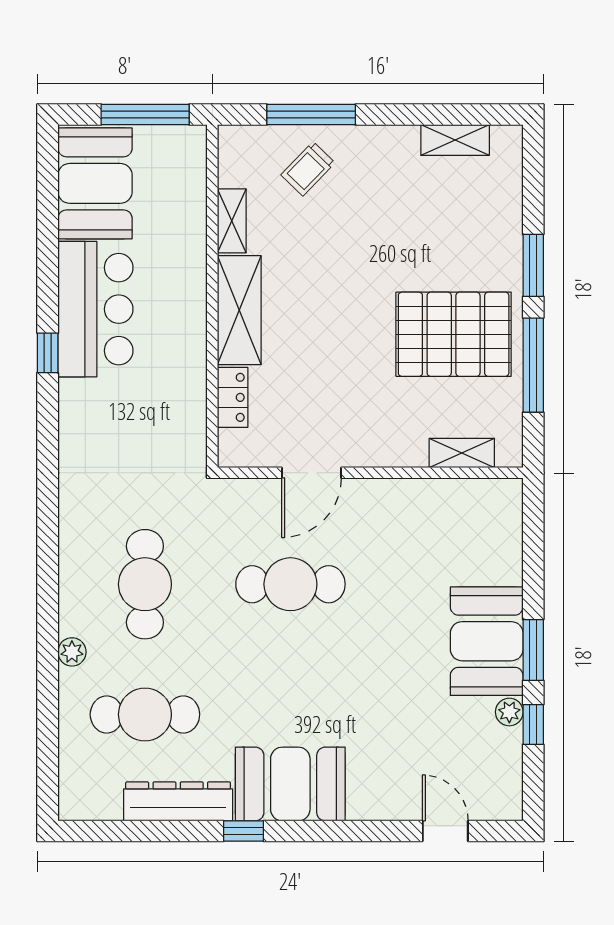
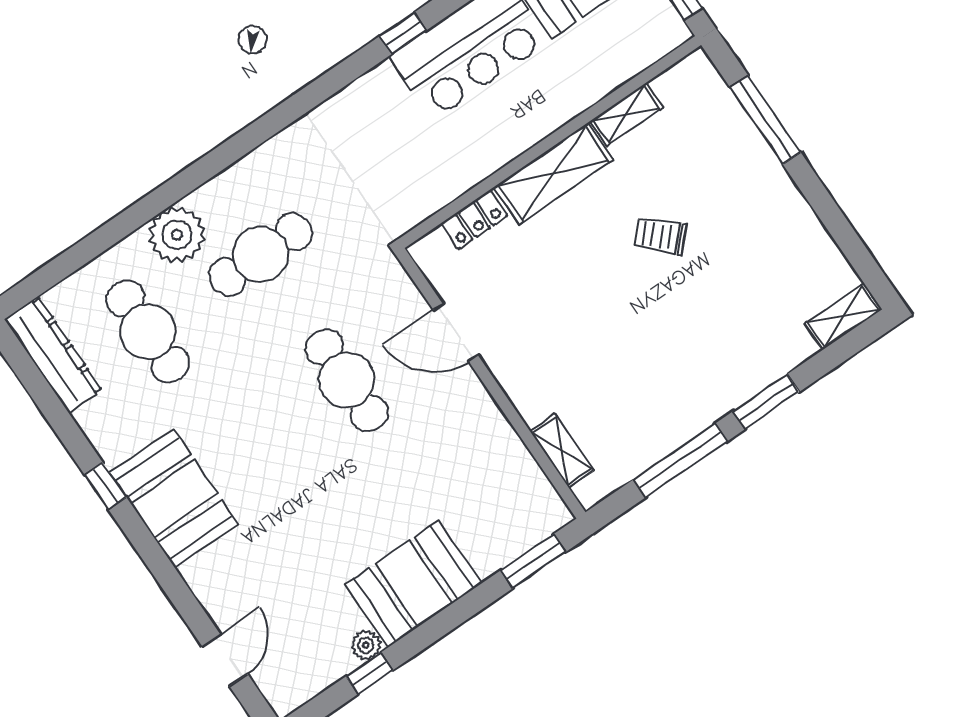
shelving: (455, 140) -> (843, 316), moved, turned 90
trolley: (308, 169) -> (660, 236), moved
pallet: (454, 334) -> (660, 373), removed
window: (533, 650) -> (533, 561), moved
plant: (72, 652) -> (177, 235), width x1.88, depth x1.88
dresser: (178, 801) -> (53, 355), moved

